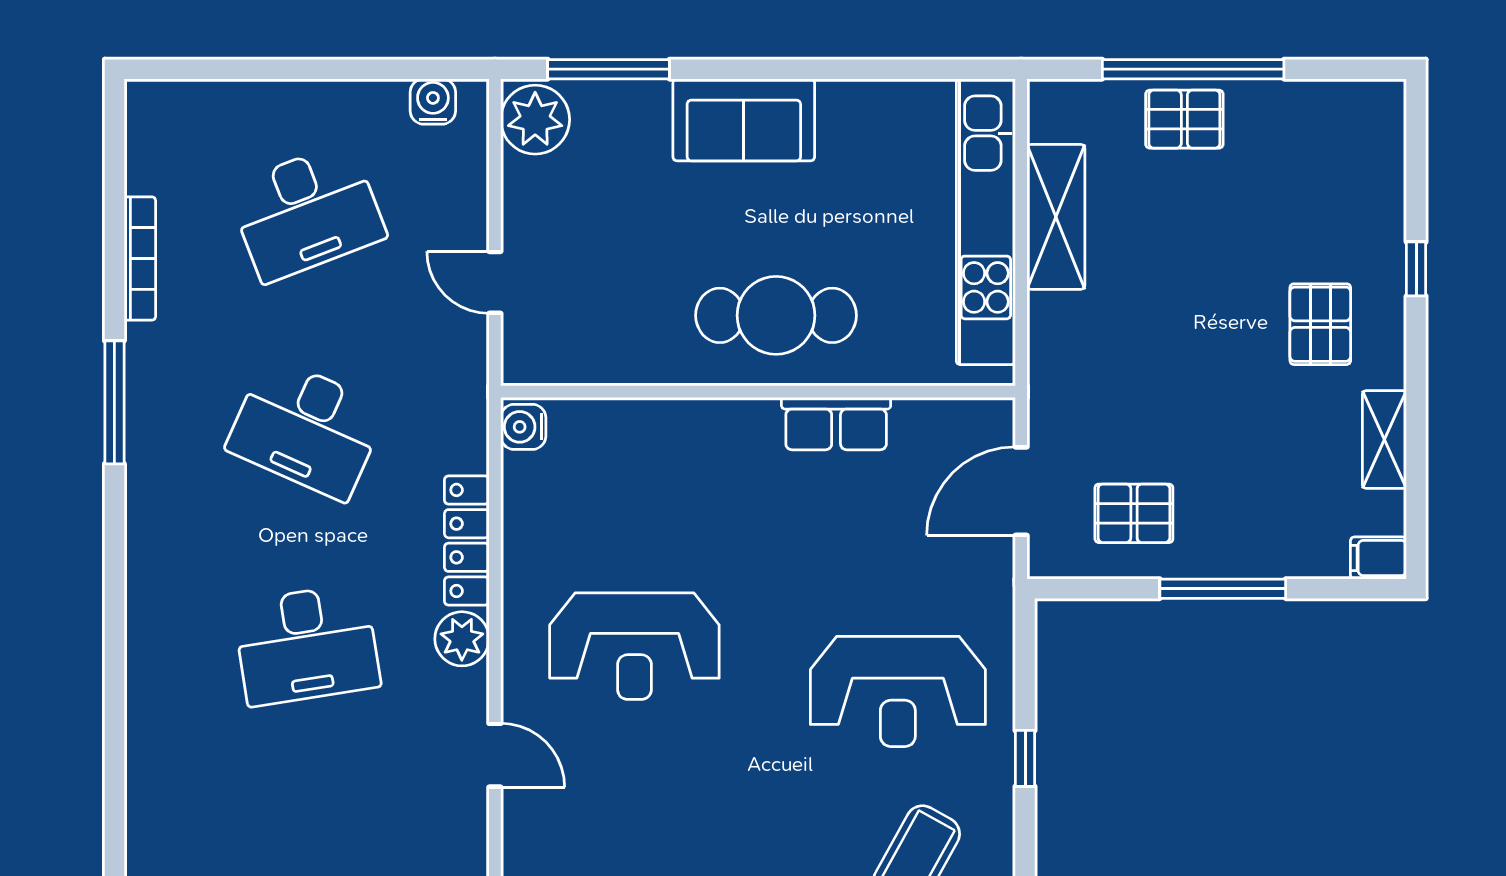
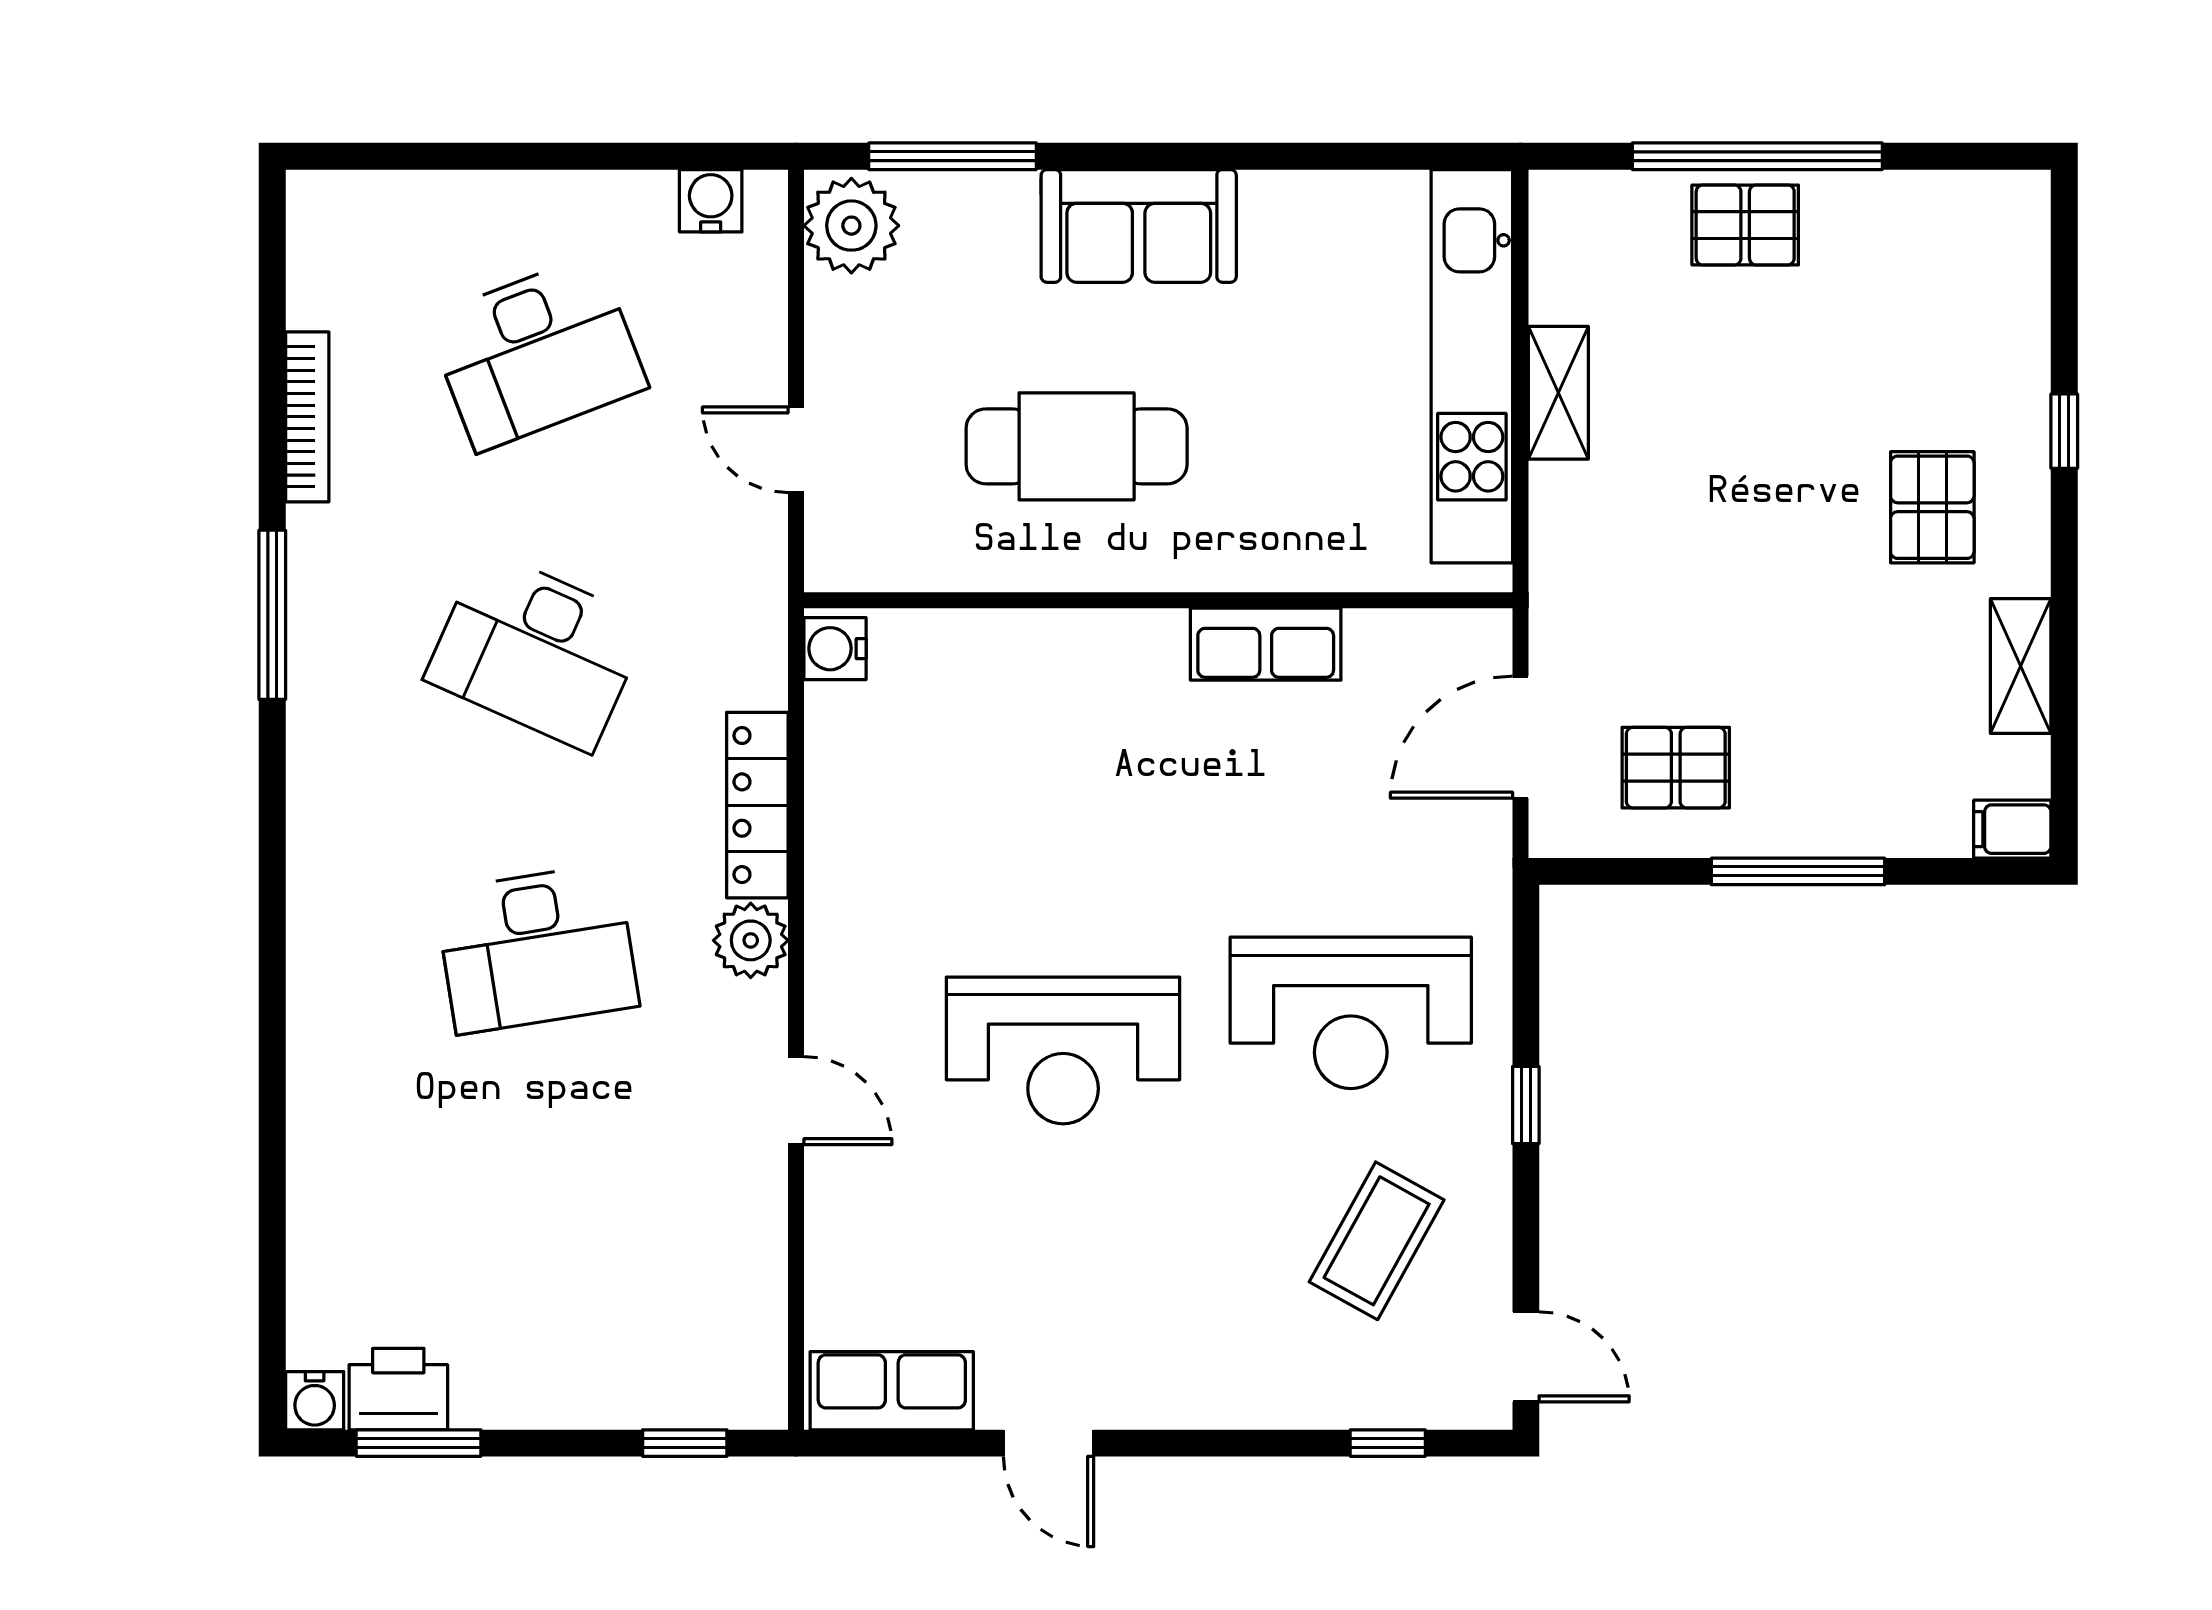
shelving: (1056, 217) -> (1558, 393), width x0.67, depth x0.75
cafe table: (776, 315) -> (1077, 446), moved
reception desk: (634, 646) -> (1063, 1051), moved

